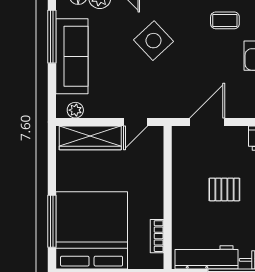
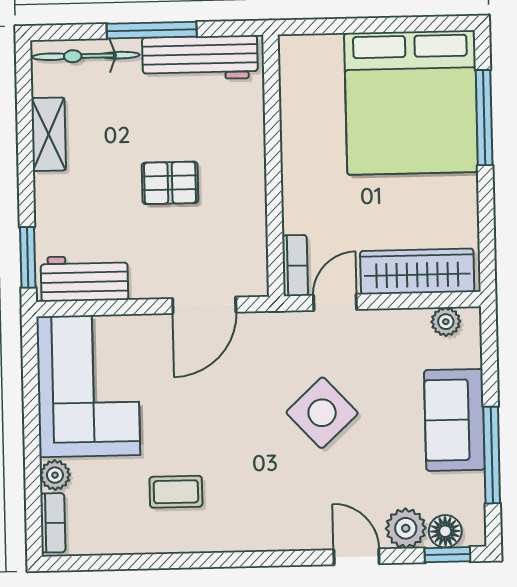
side table: (153, 41) -> (322, 413), moved
sofa: (72, 56) -> (454, 420), width x0.73
bookcase: (157, 236) -> (295, 266), moved

